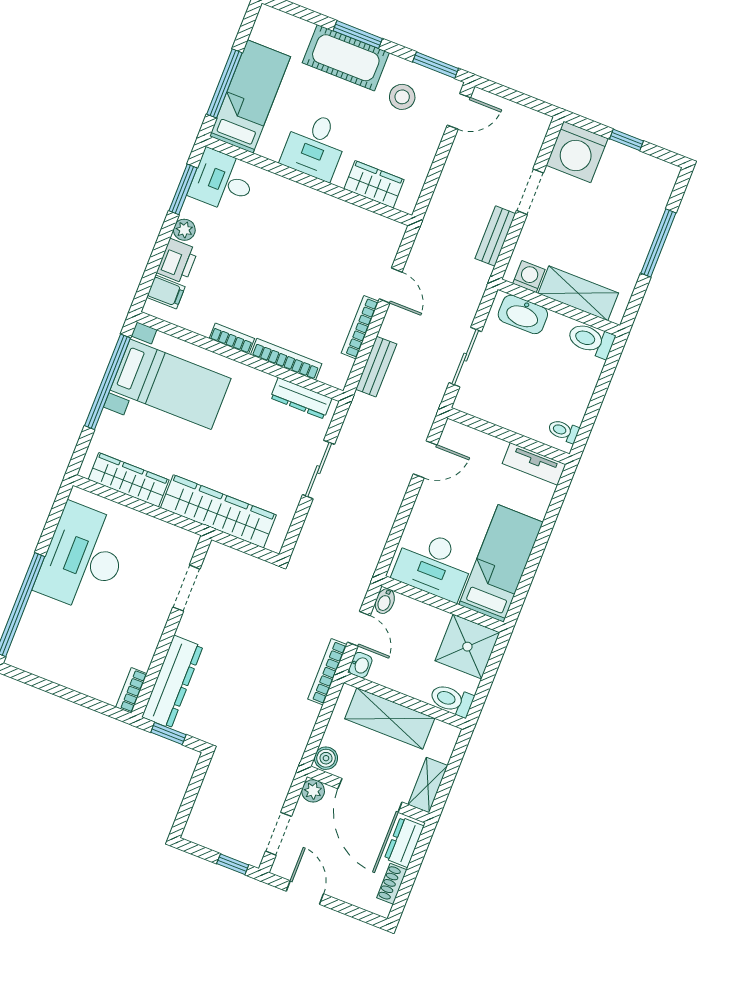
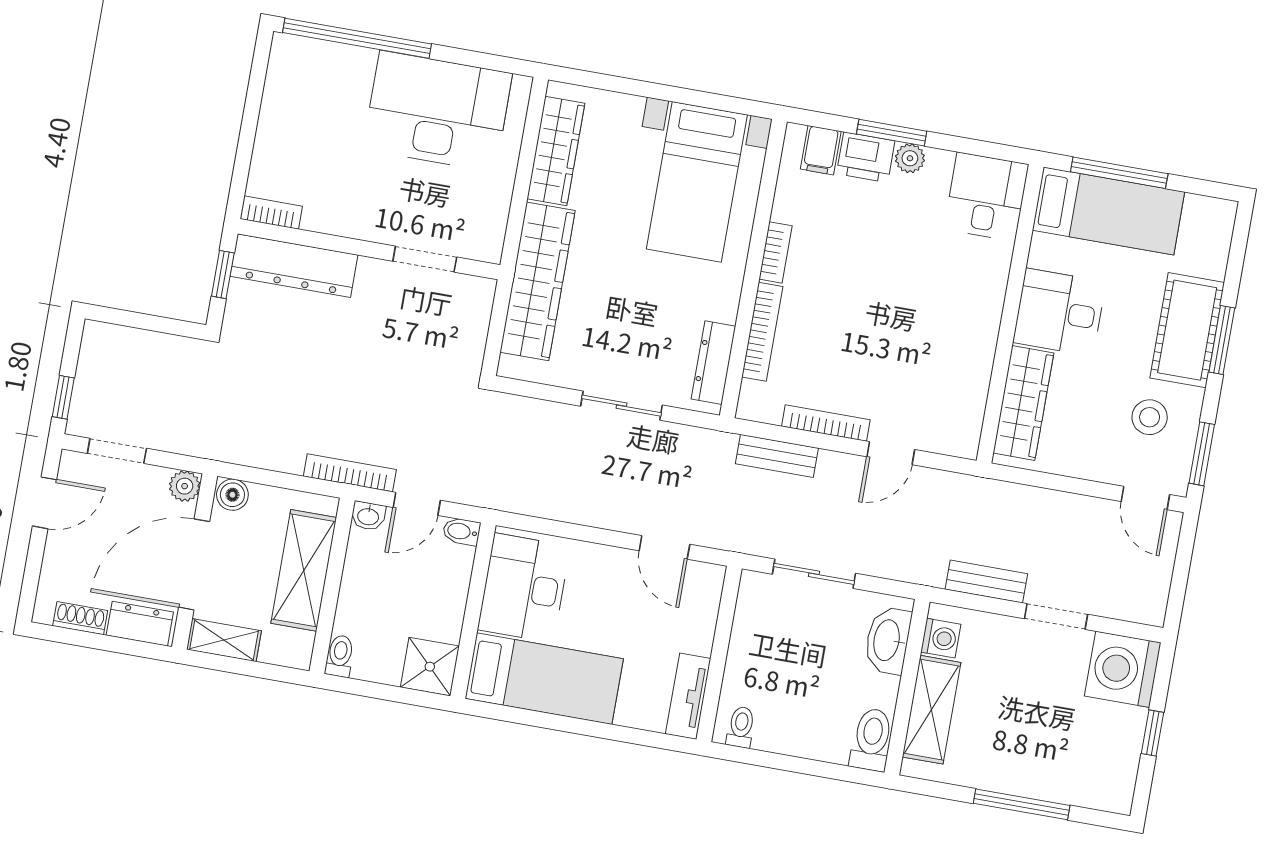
wardrobe: (374, 184) -> (1023, 403), width x1.50
window: (183, 189) -> (892, 133), moved
window: (108, 382) -> (683, 96), removed
shower: (467, 647) -> (430, 667), width x0.73, depth x0.73
toilet: (452, 700) -> (340, 656), width x0.73, depth x0.72

